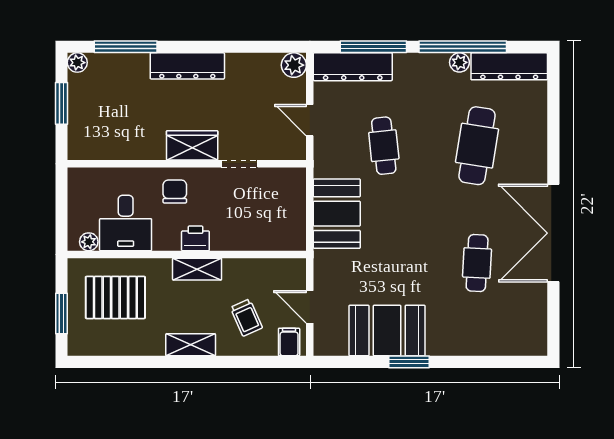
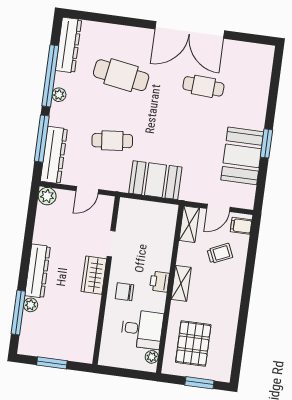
plant: (459, 62) -> (59, 95), moved
plant: (77, 63) -> (31, 305), moved
shelving: (191, 345) -> (189, 224), moved

